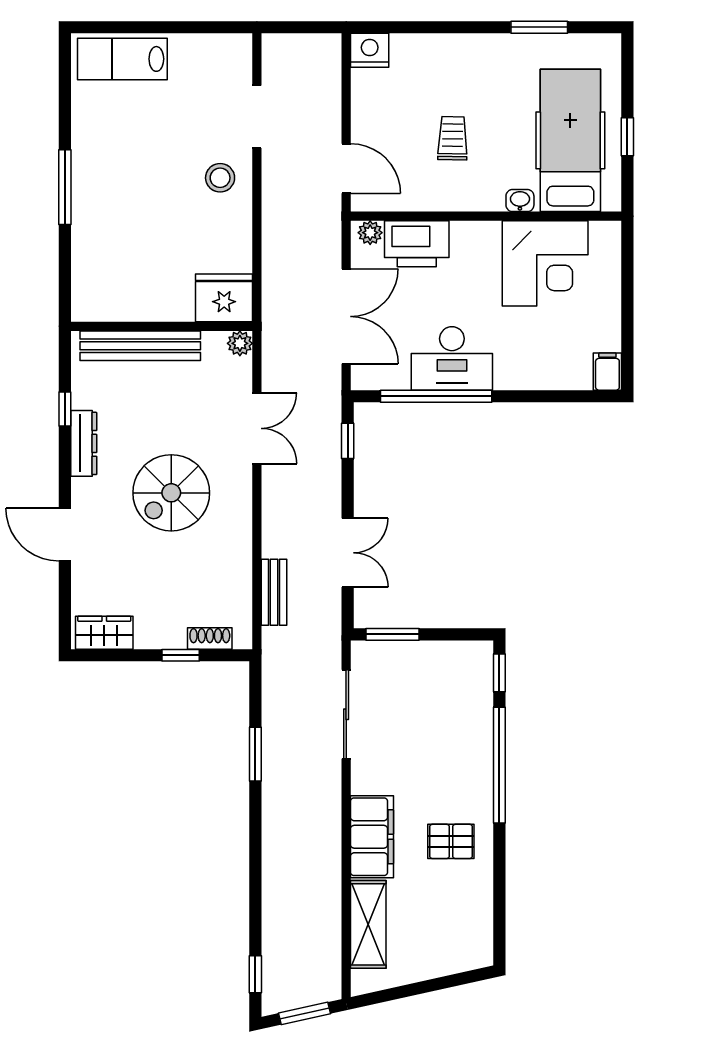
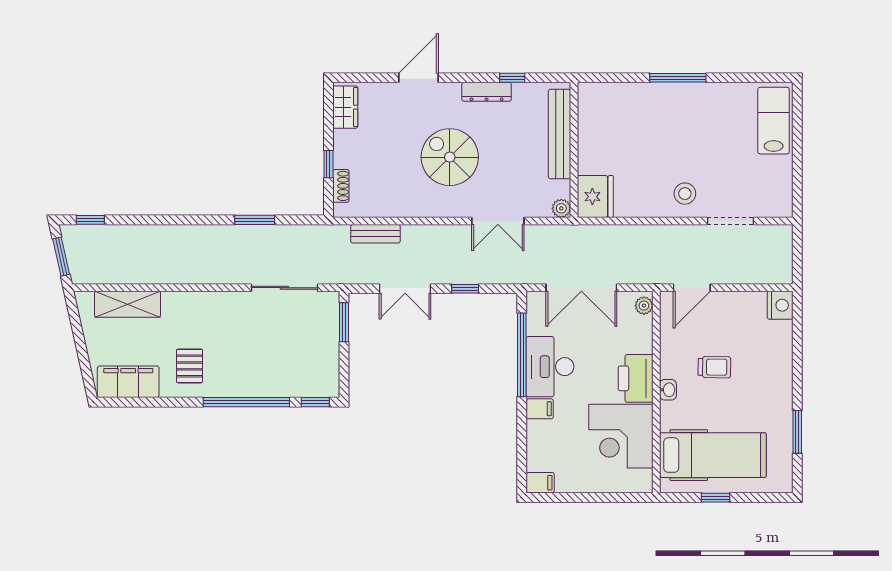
washbasin: (520, 201) -> (668, 390), moved
printer: (417, 244) -> (636, 378), moved
filing cabinet: (508, 372) -> (540, 409), added
window: (348, 441) -> (465, 289), moved
filing cabinet: (372, 837) -> (128, 382), moved, turned 180

